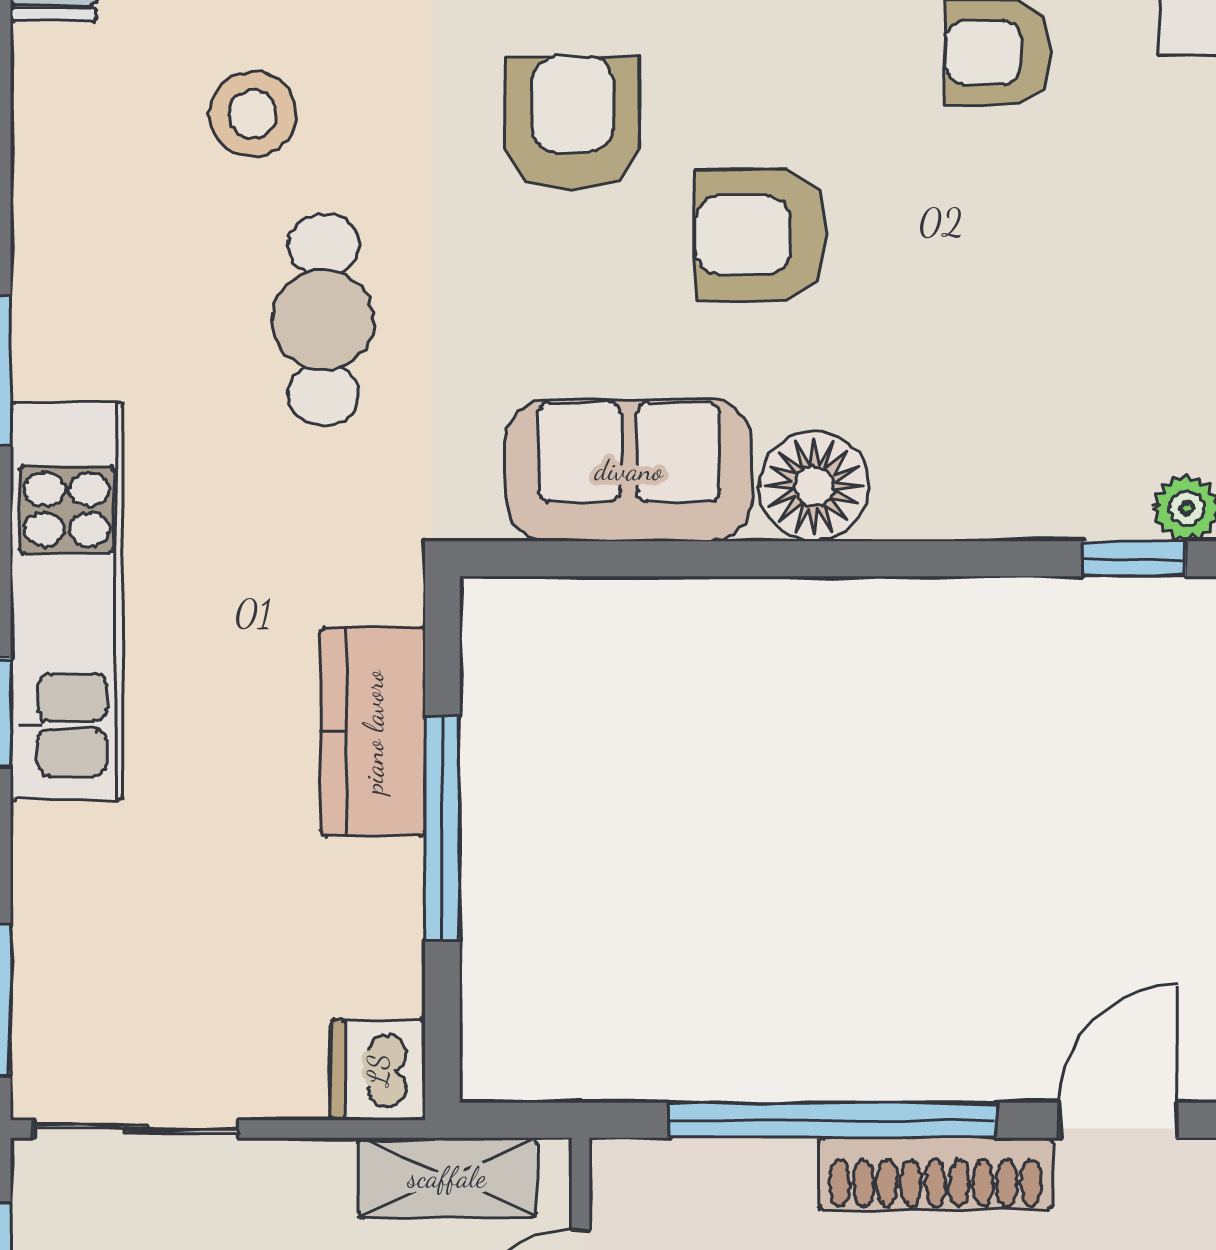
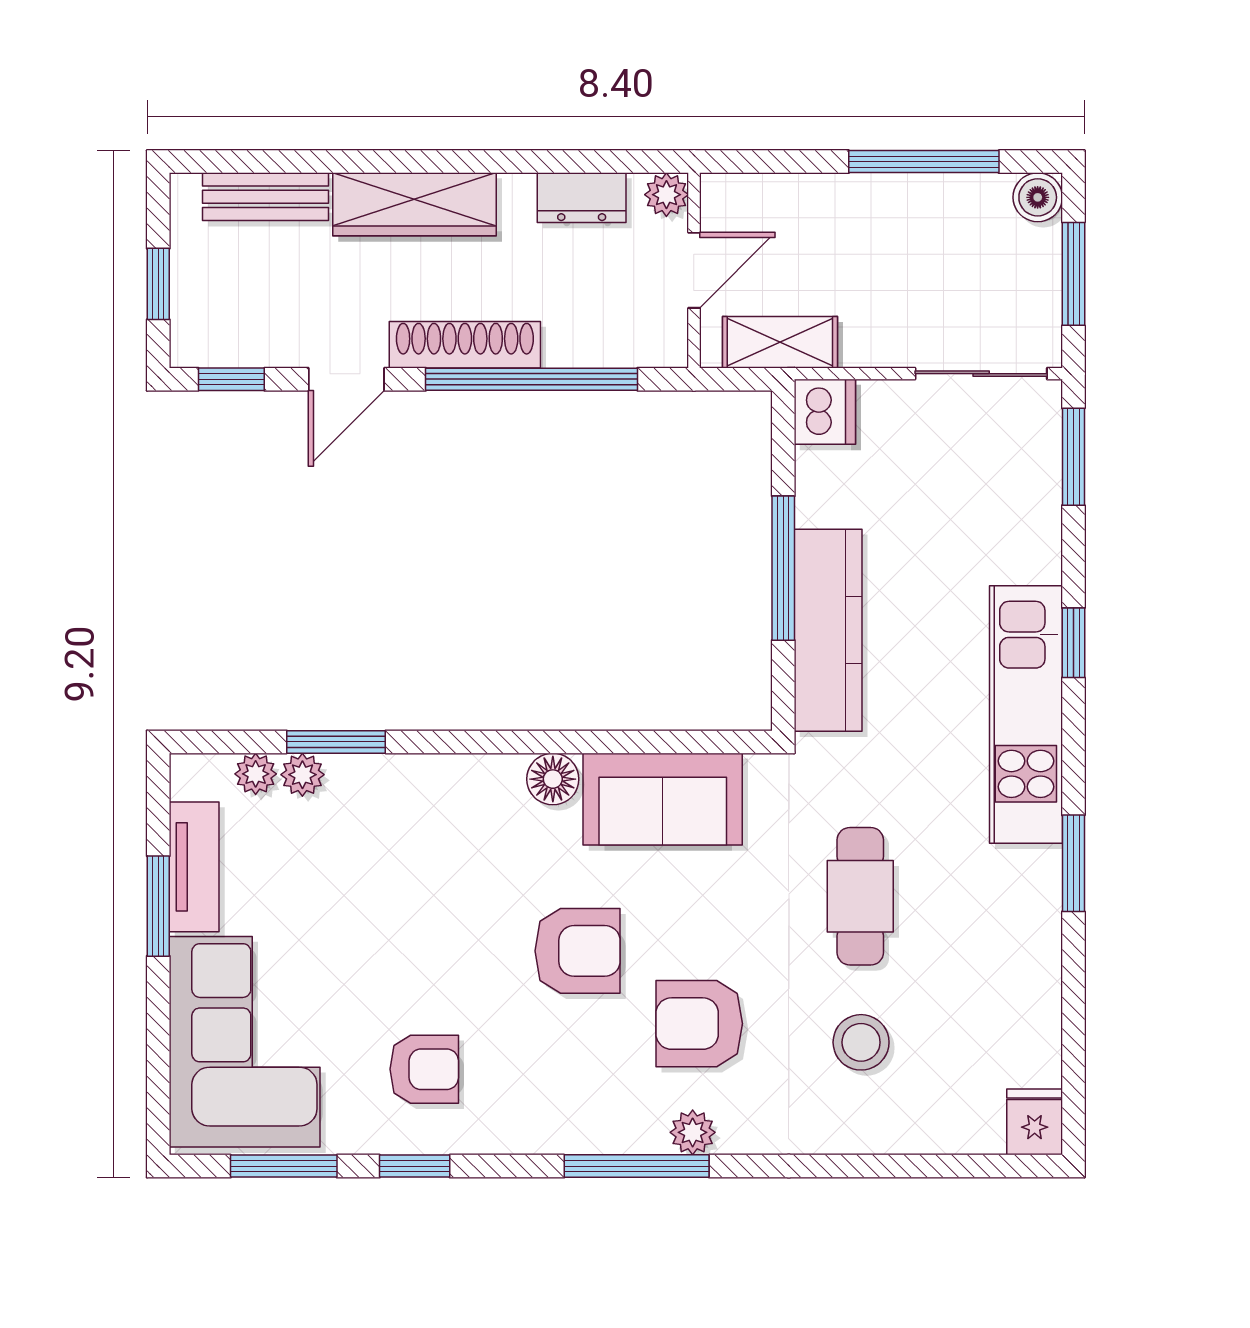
stool: (253, 114) -> (861, 1042), moved
armchair: (572, 123) -> (699, 1024), turned 90
floor lamp: (814, 486) -> (553, 779), width x0.73, depth x0.73
window: (1135, 559) -> (336, 742), width x1.50
kitchen counter: (373, 732) -> (828, 630), width x1.50

